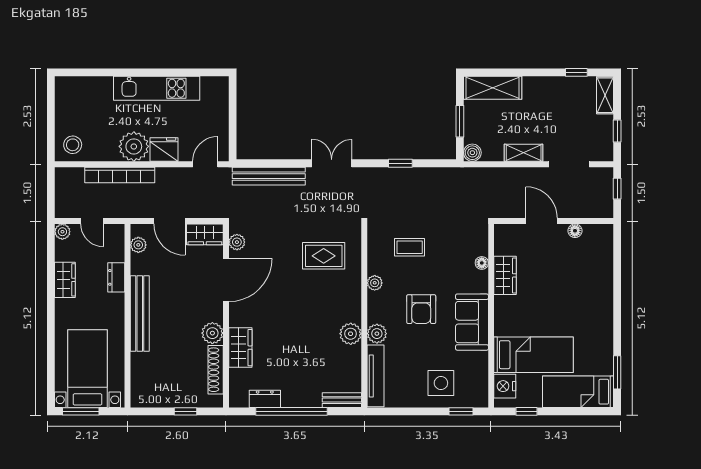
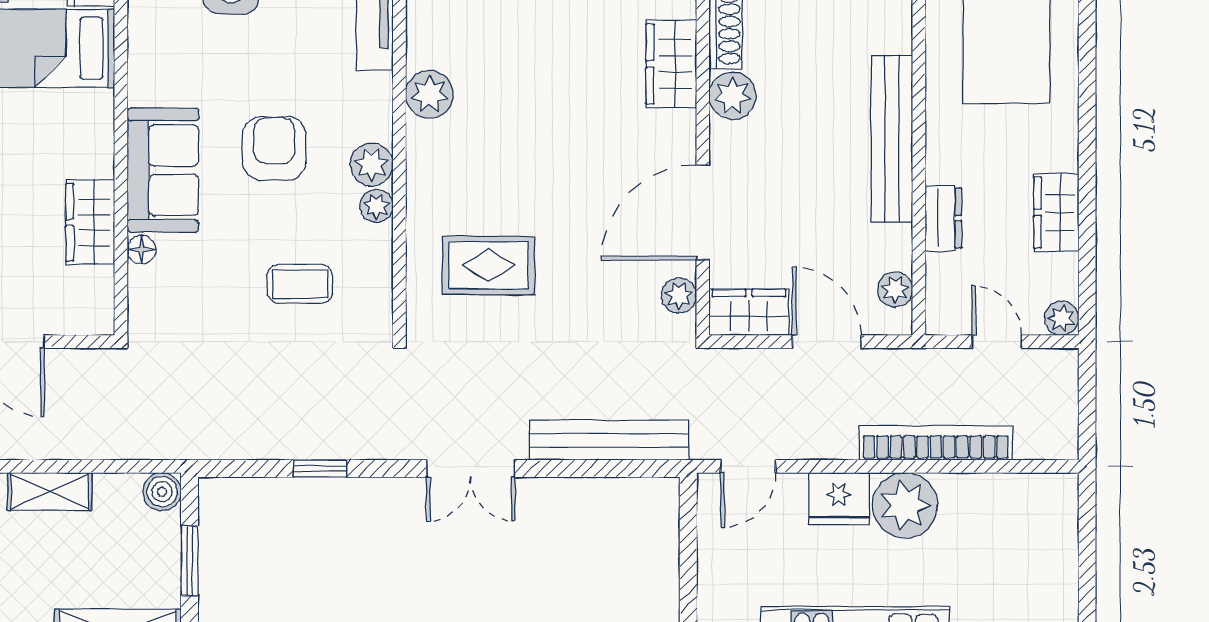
stool: (73, 145) -> (1039, 509), removed
sofa: (472, 322) -> (163, 170), moved
plant: (377, 334) -> (372, 165), moved

